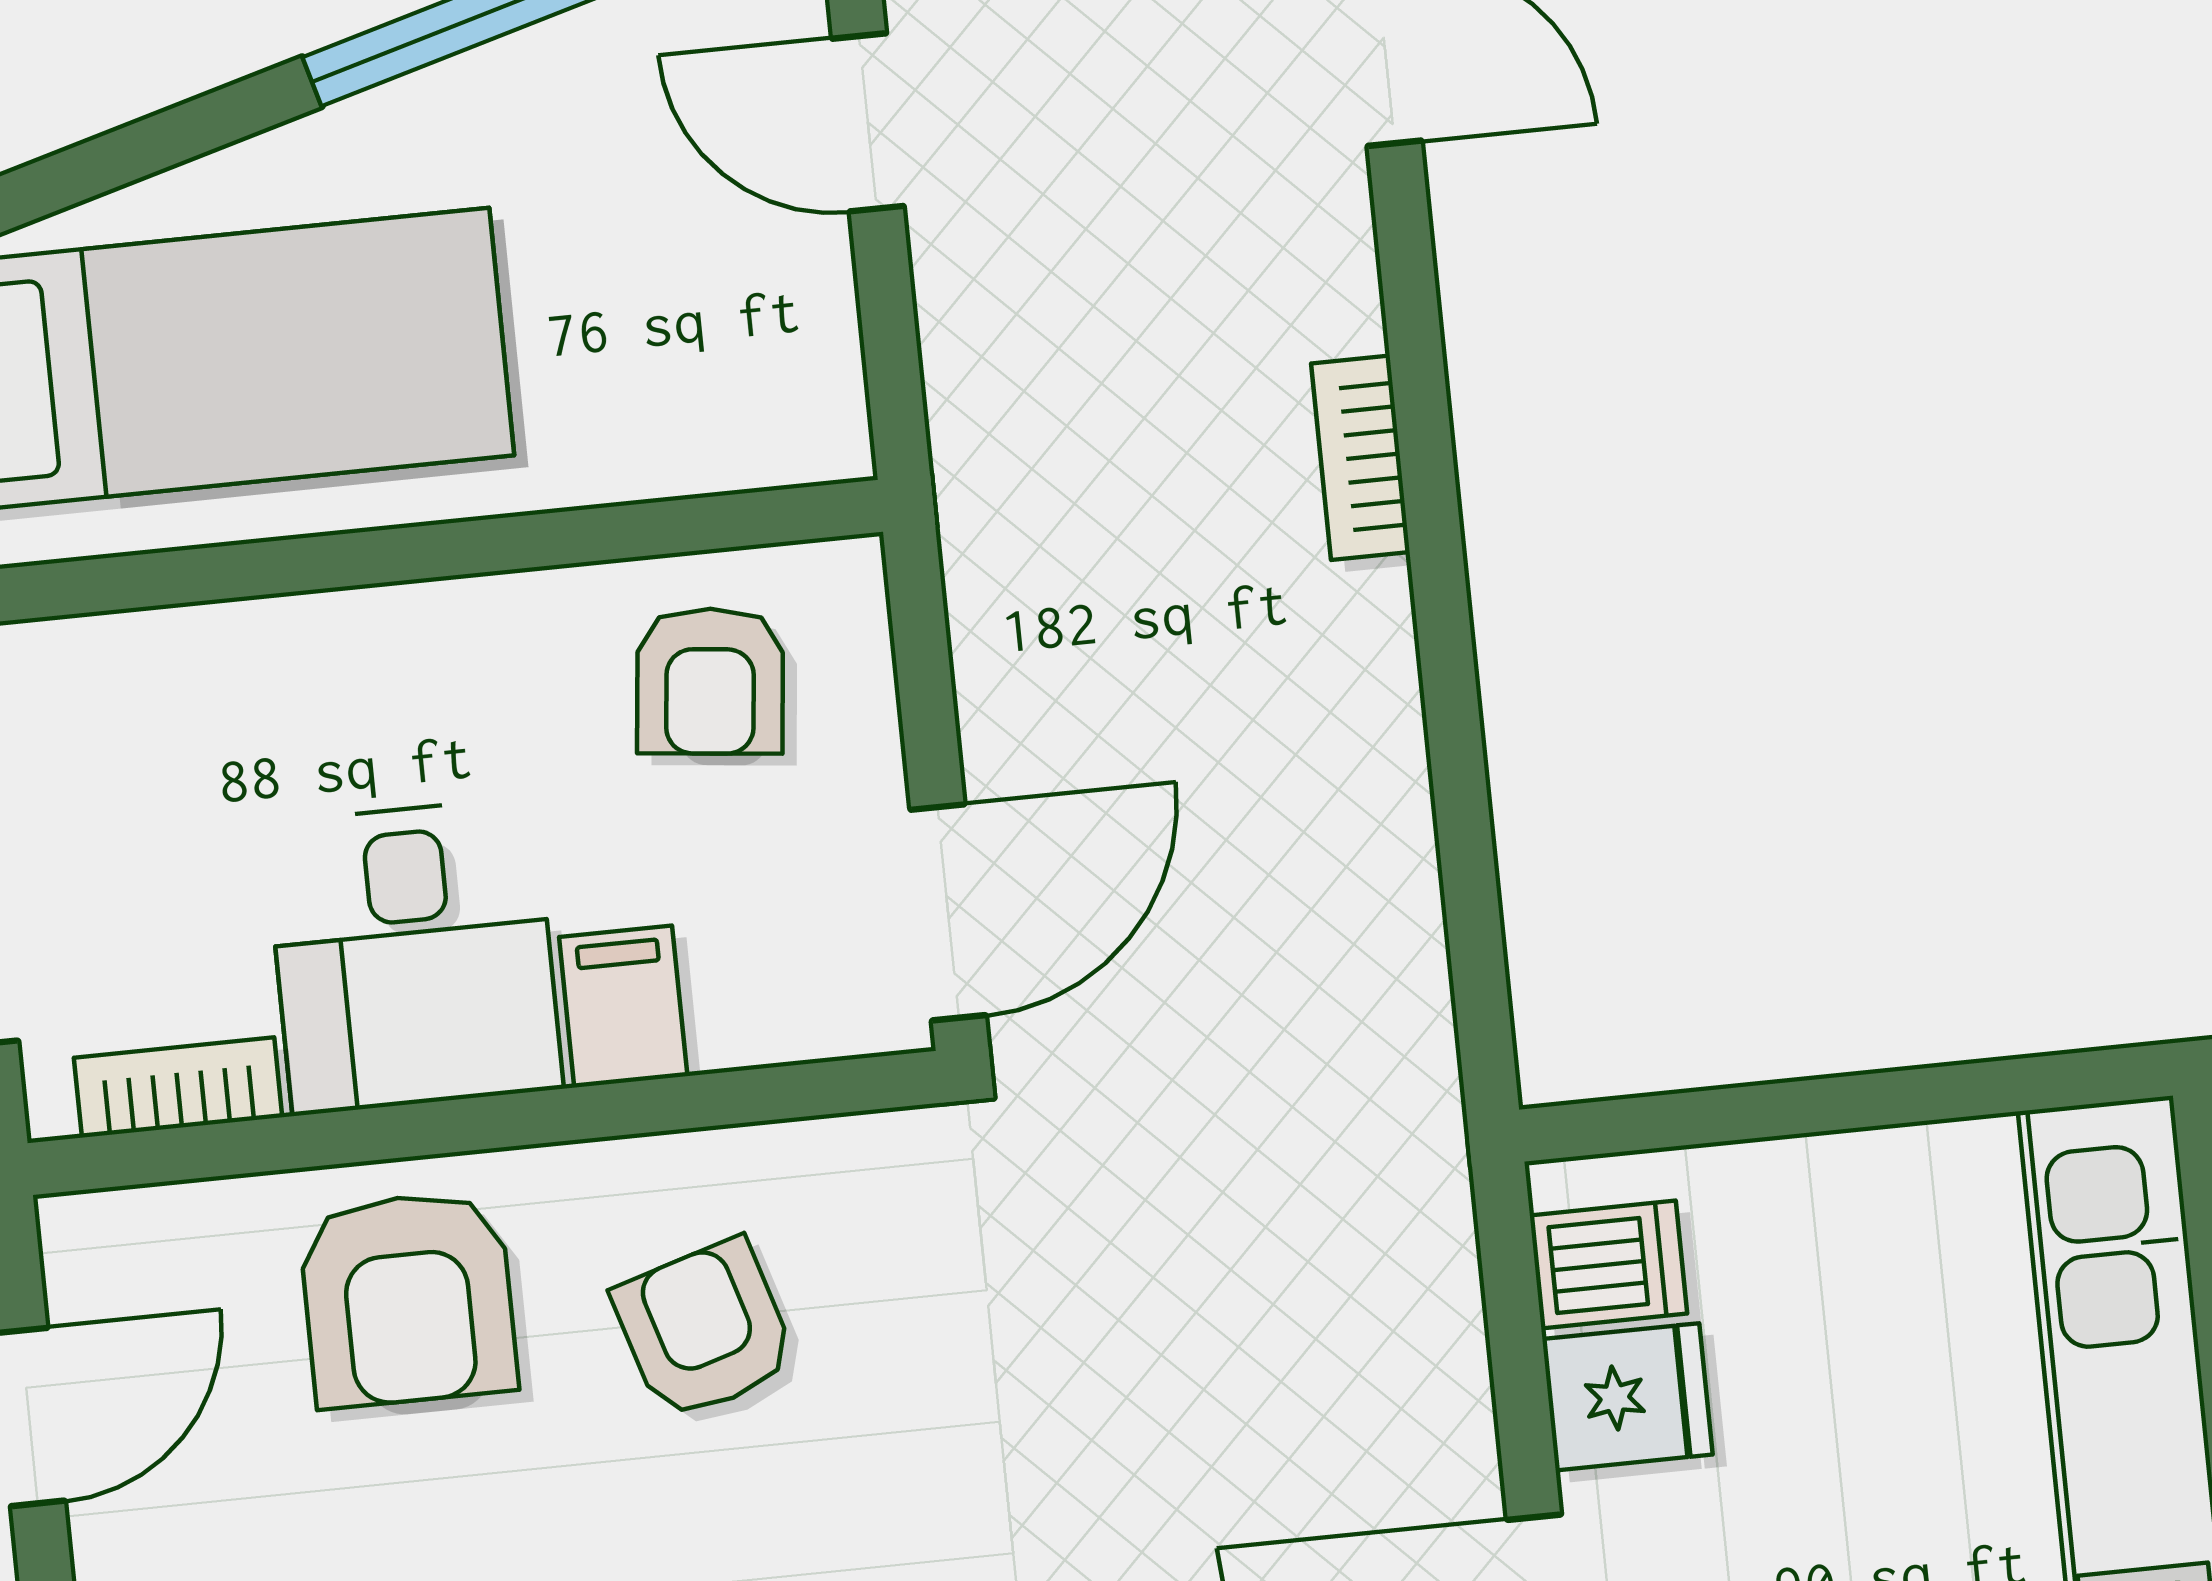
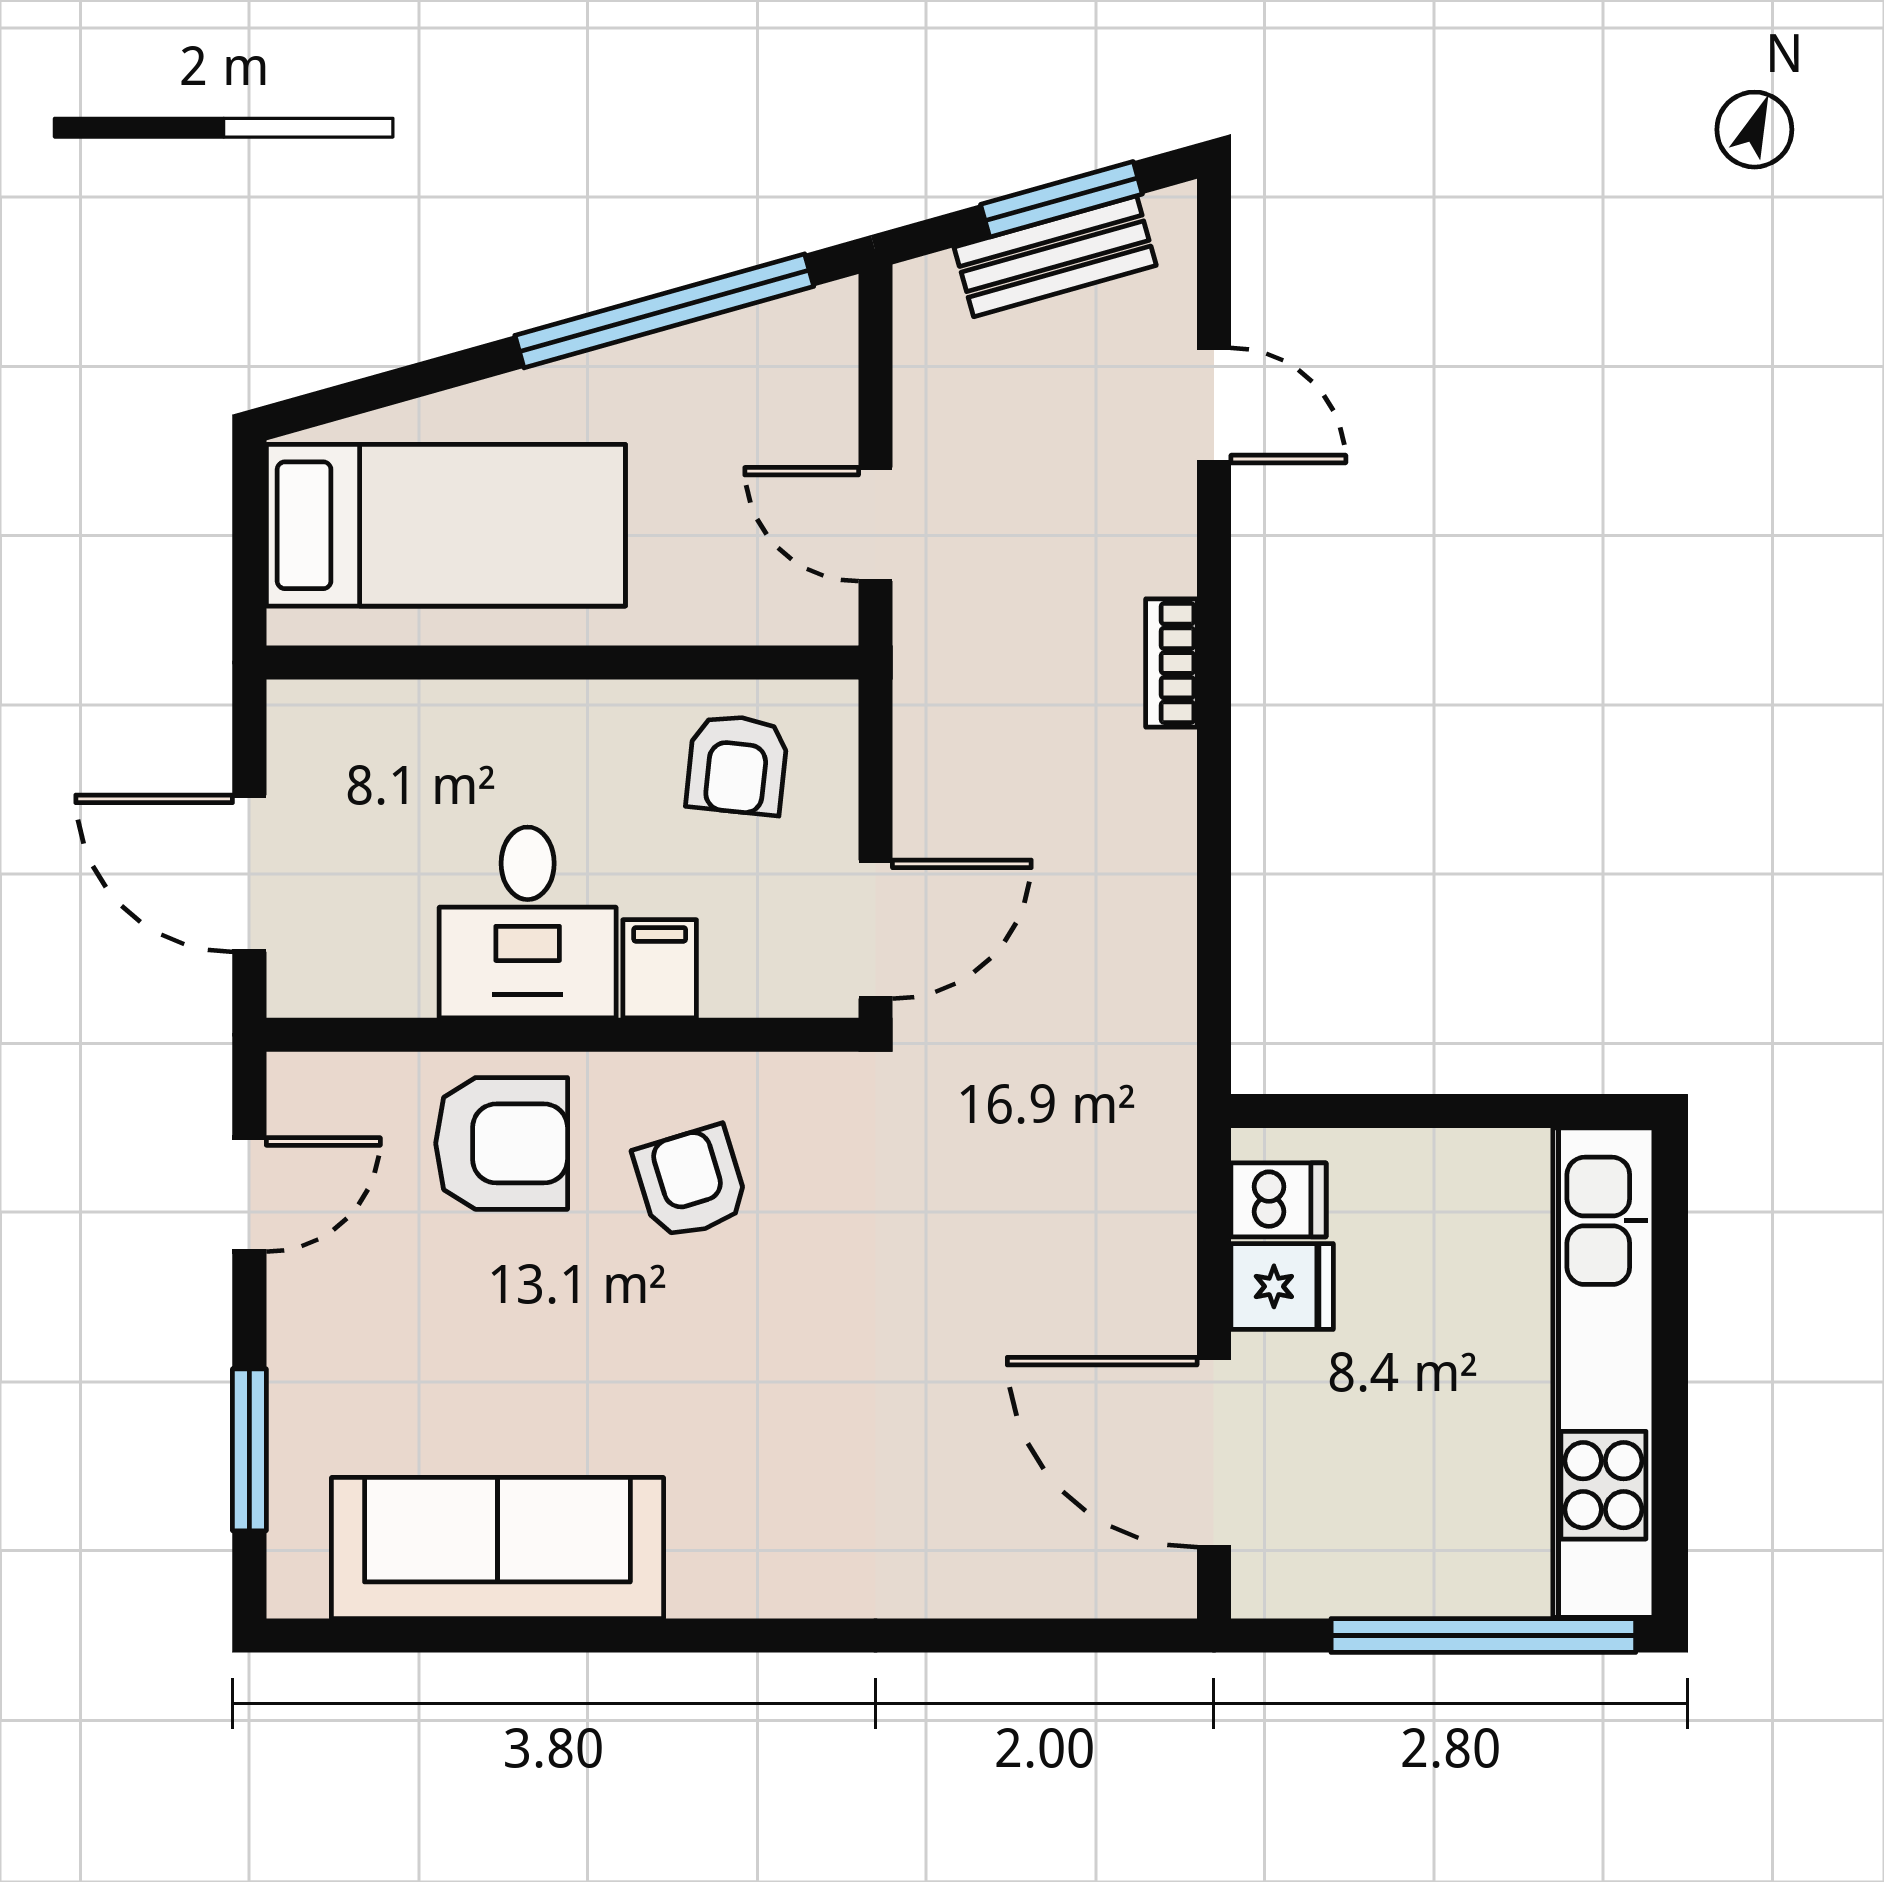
door: (868, 122) -> (876, 524), moved
bookcase: (178, 1087) -> (367, 992), removed
armchair: (408, 1299) -> (502, 1143), turned -90

